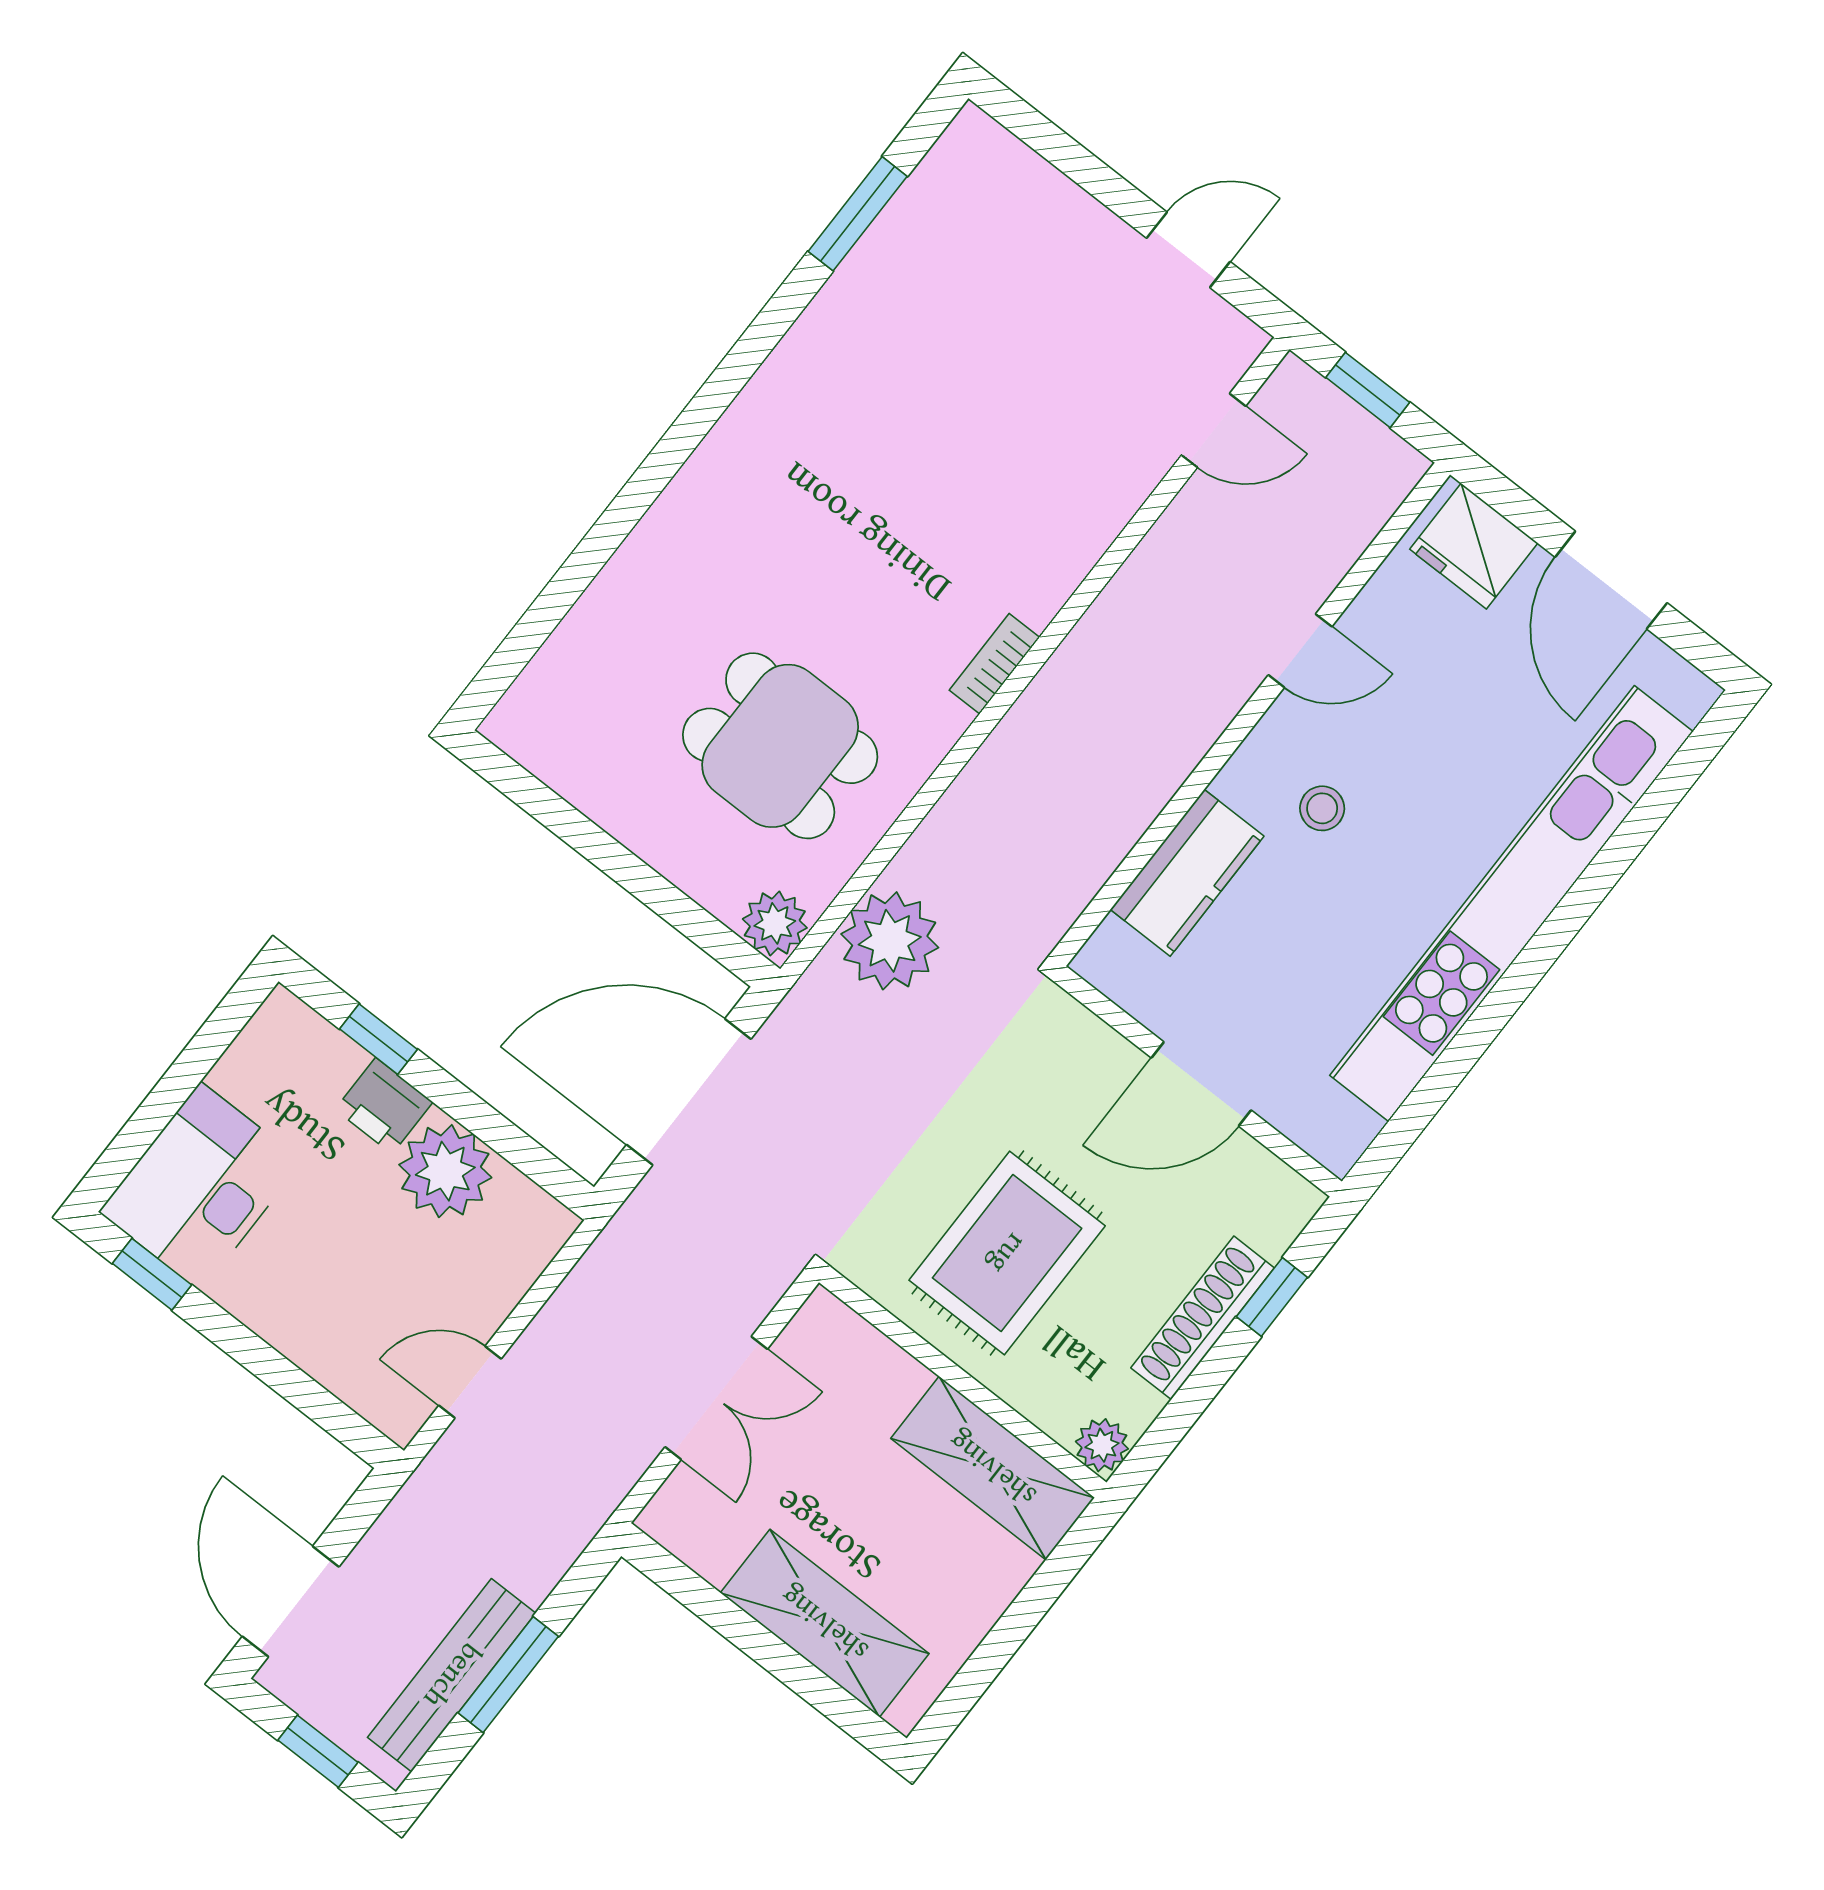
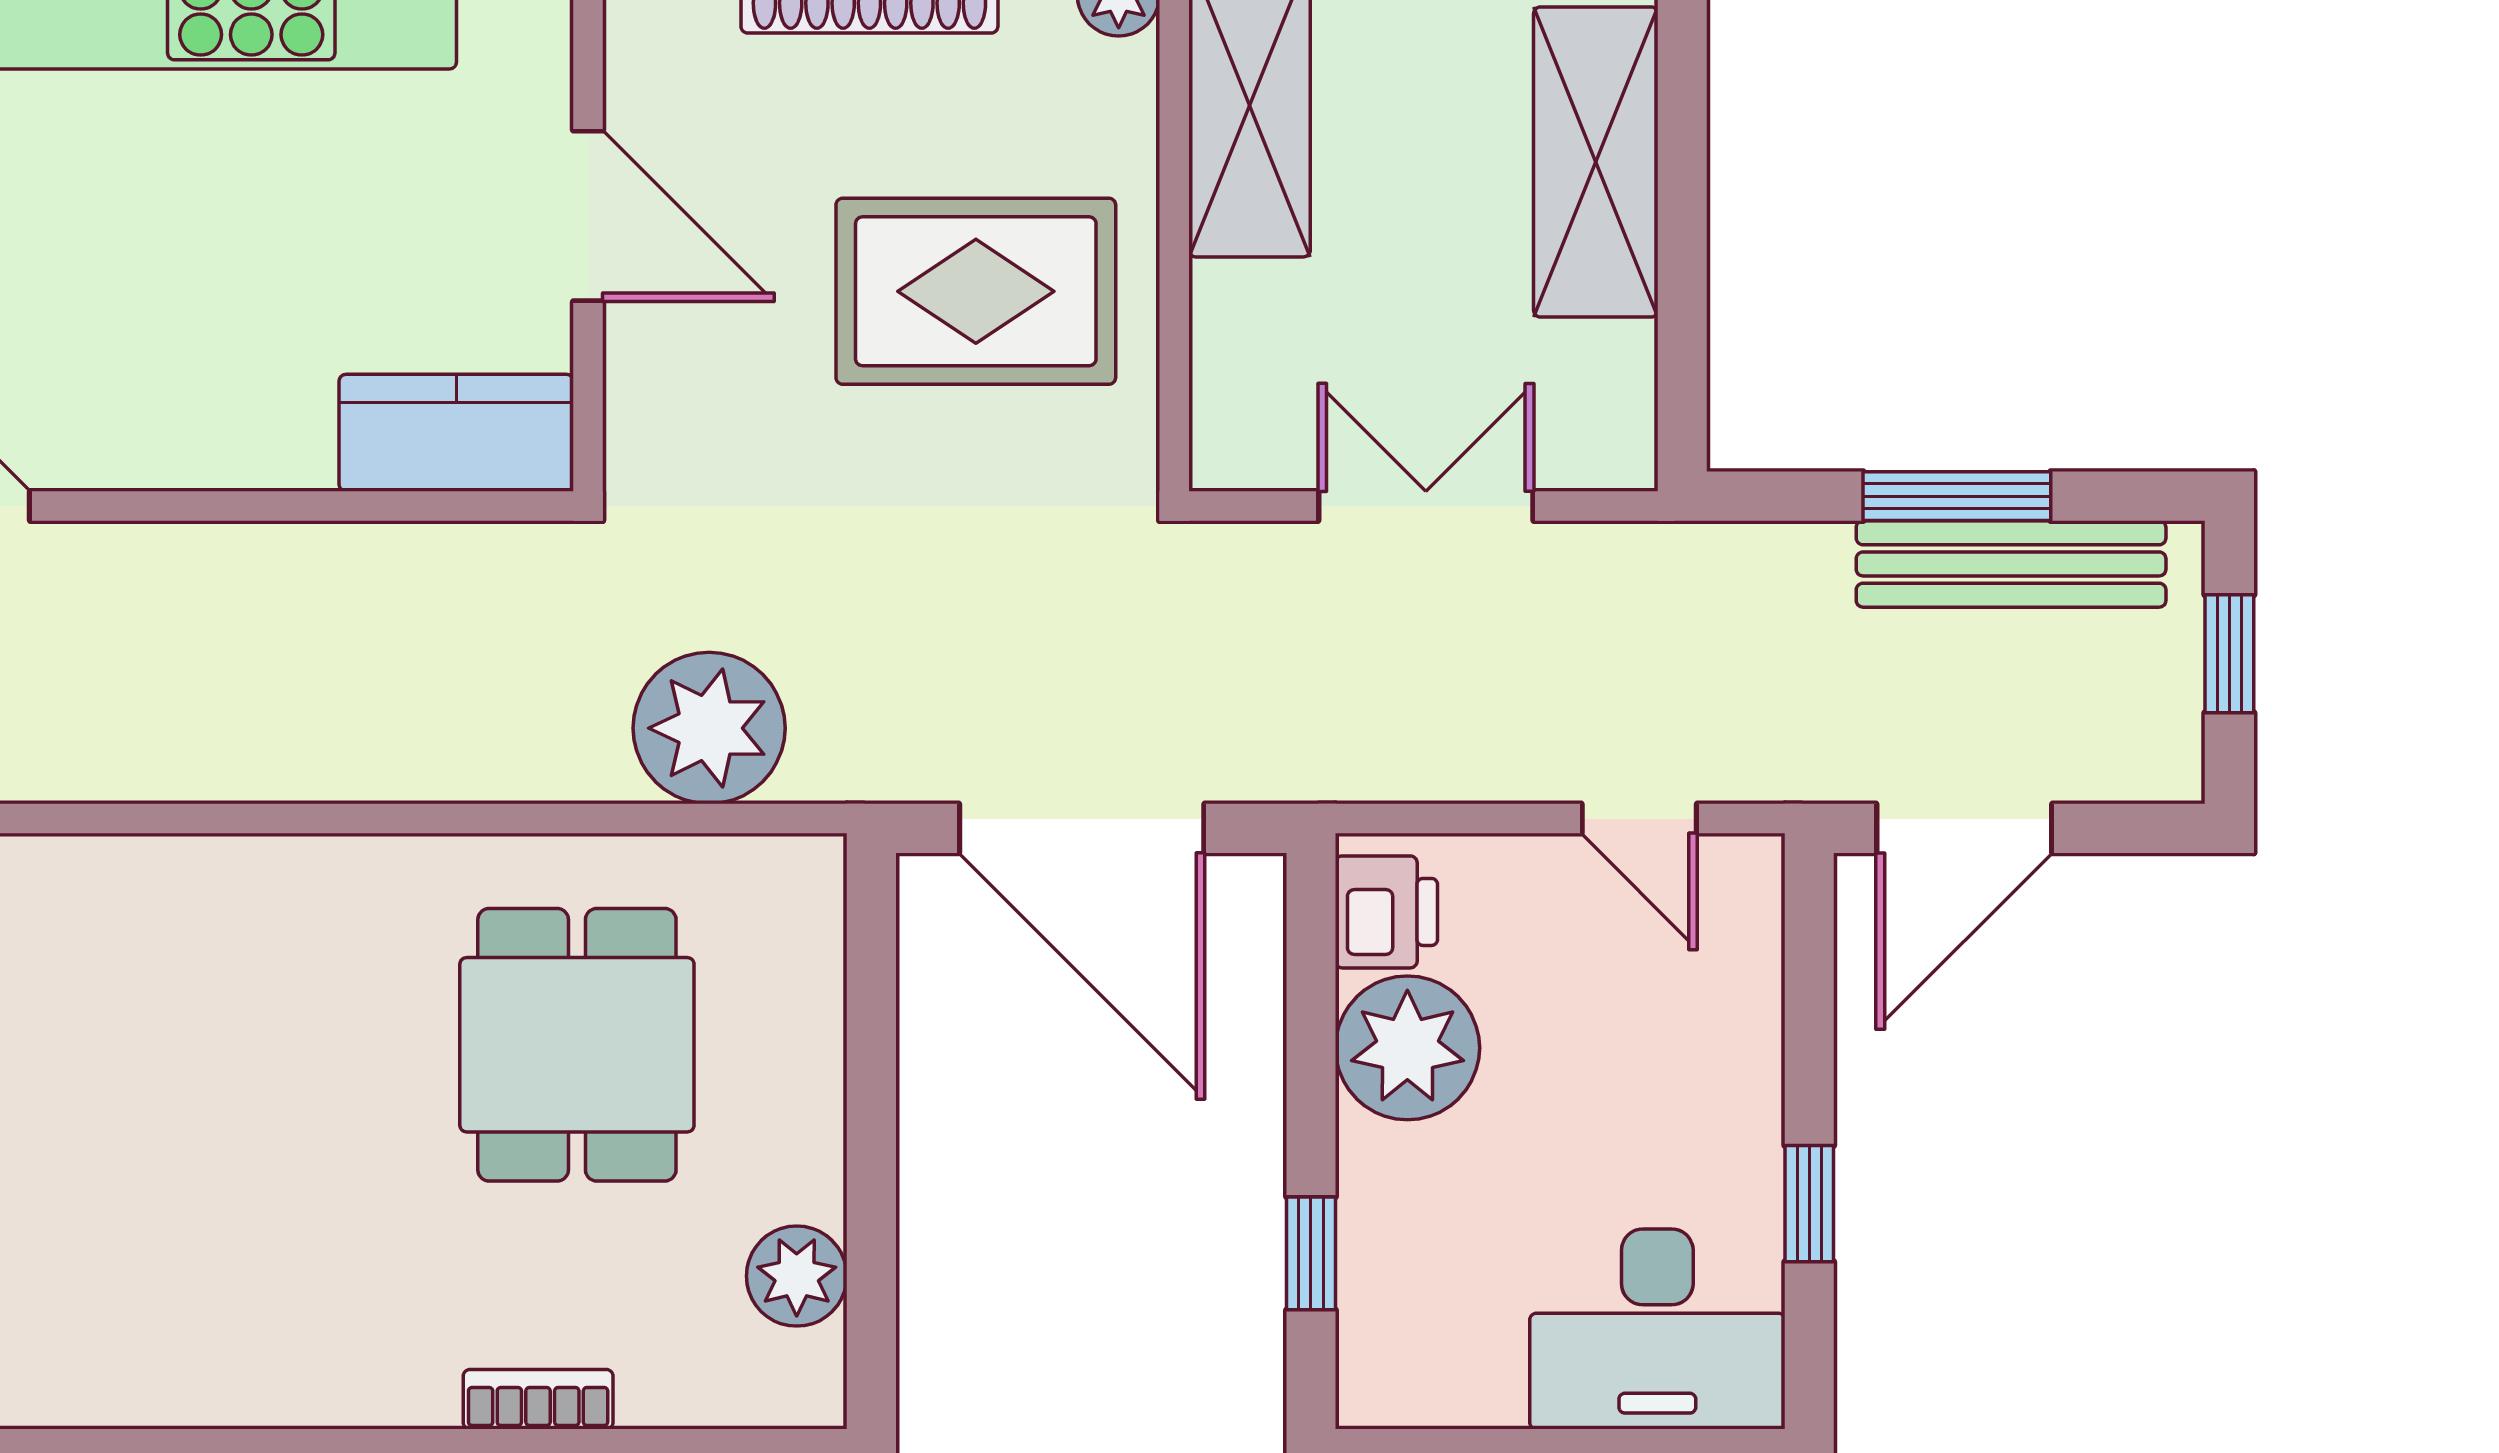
bookcase: (994, 664) -> (538, 1399), moved, turned 180
stool: (1322, 808) -> (140, 330), removed
kitchen counter: (1187, 873) -> (456, 433), moved
plant: (775, 923) -> (797, 1276), moved
printer: (384, 1106) -> (1386, 912), moved
window: (152, 1274) -> (1809, 1204), moved
door: (291, 1602) -> (1964, 828), moved

